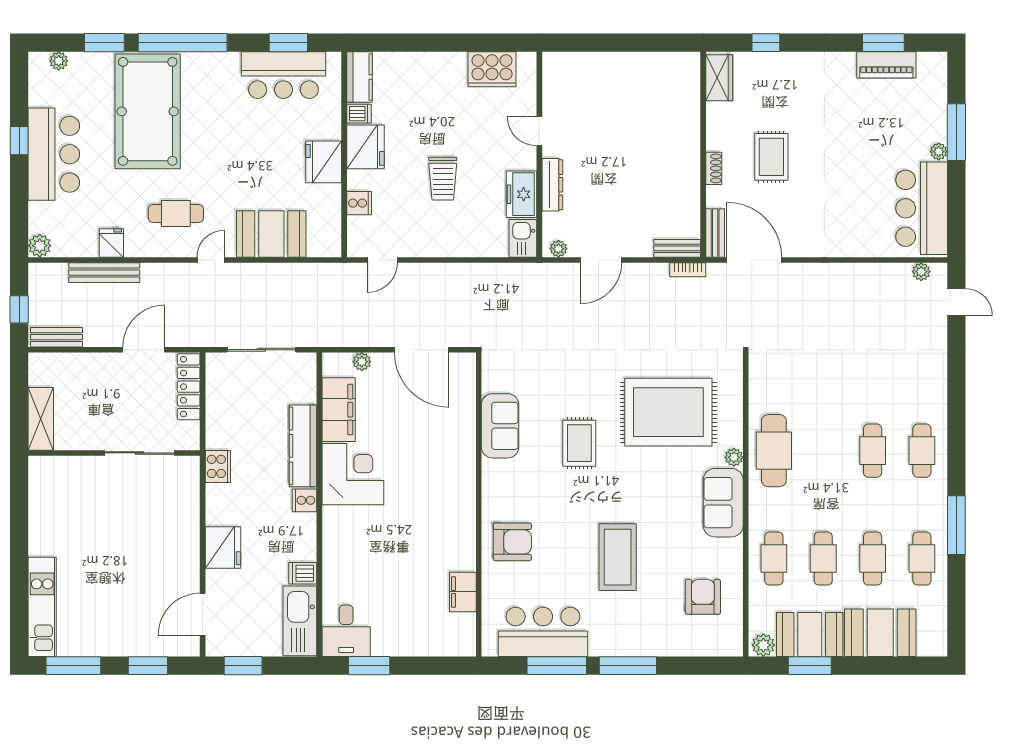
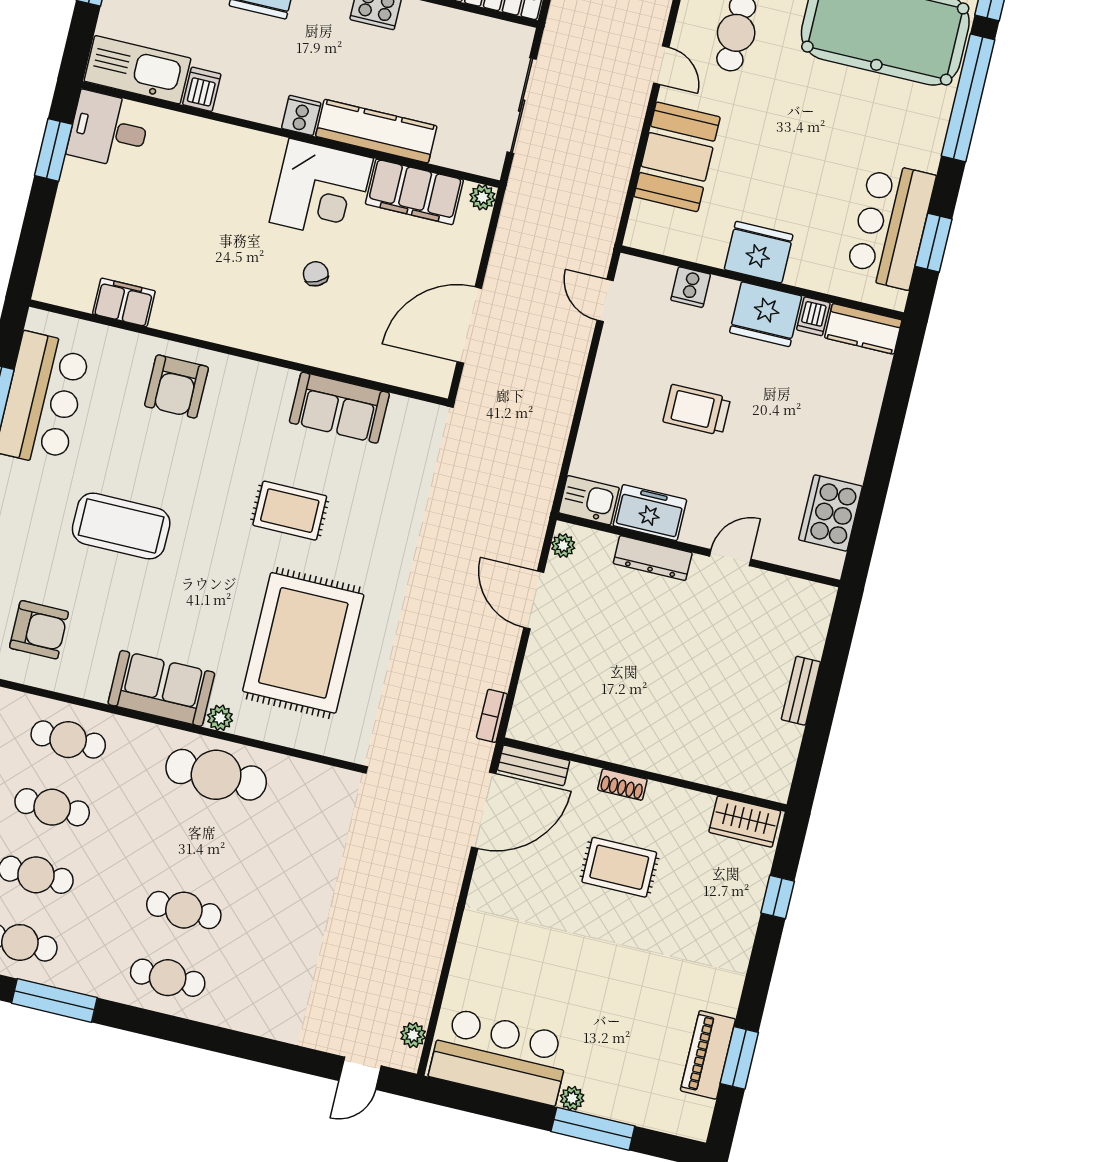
bench: (677, 248) -> (801, 691), moved
plant: (362, 362) -> (483, 197), moved
chair: (412, 464) -> (316, 274), added

